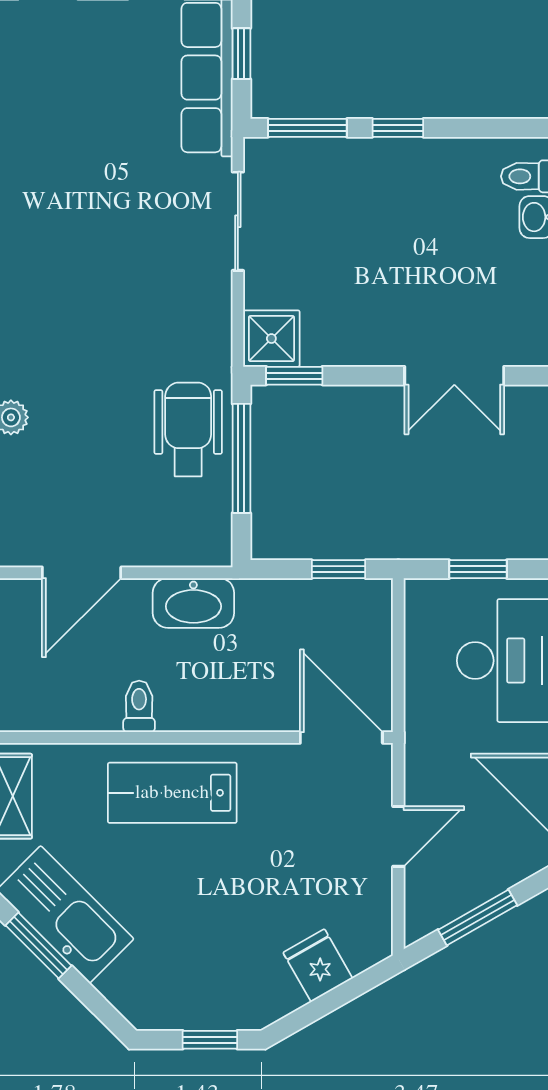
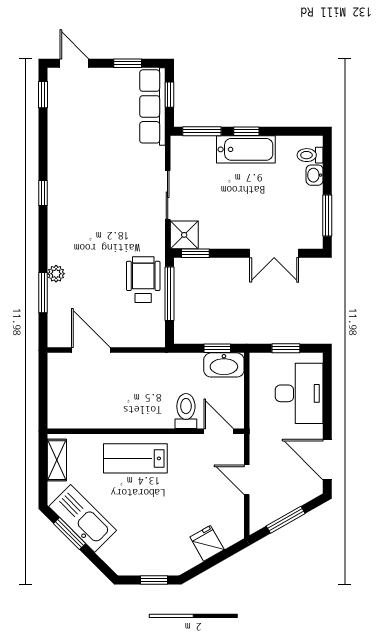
bathtub: (397, 165) -> (246, 149), added
sliding door: (238, 221) -> (168, 195), moved
door: (82, 573) -> (91, 350), swing flipped
washbasin: (193, 603) -> (224, 365), moved
toilet: (139, 706) -> (186, 411), moved, width x1.37, depth x1.39
door: (341, 738) -> (219, 431), width x0.73
door: (398, 836) -> (247, 480), swing flipped

